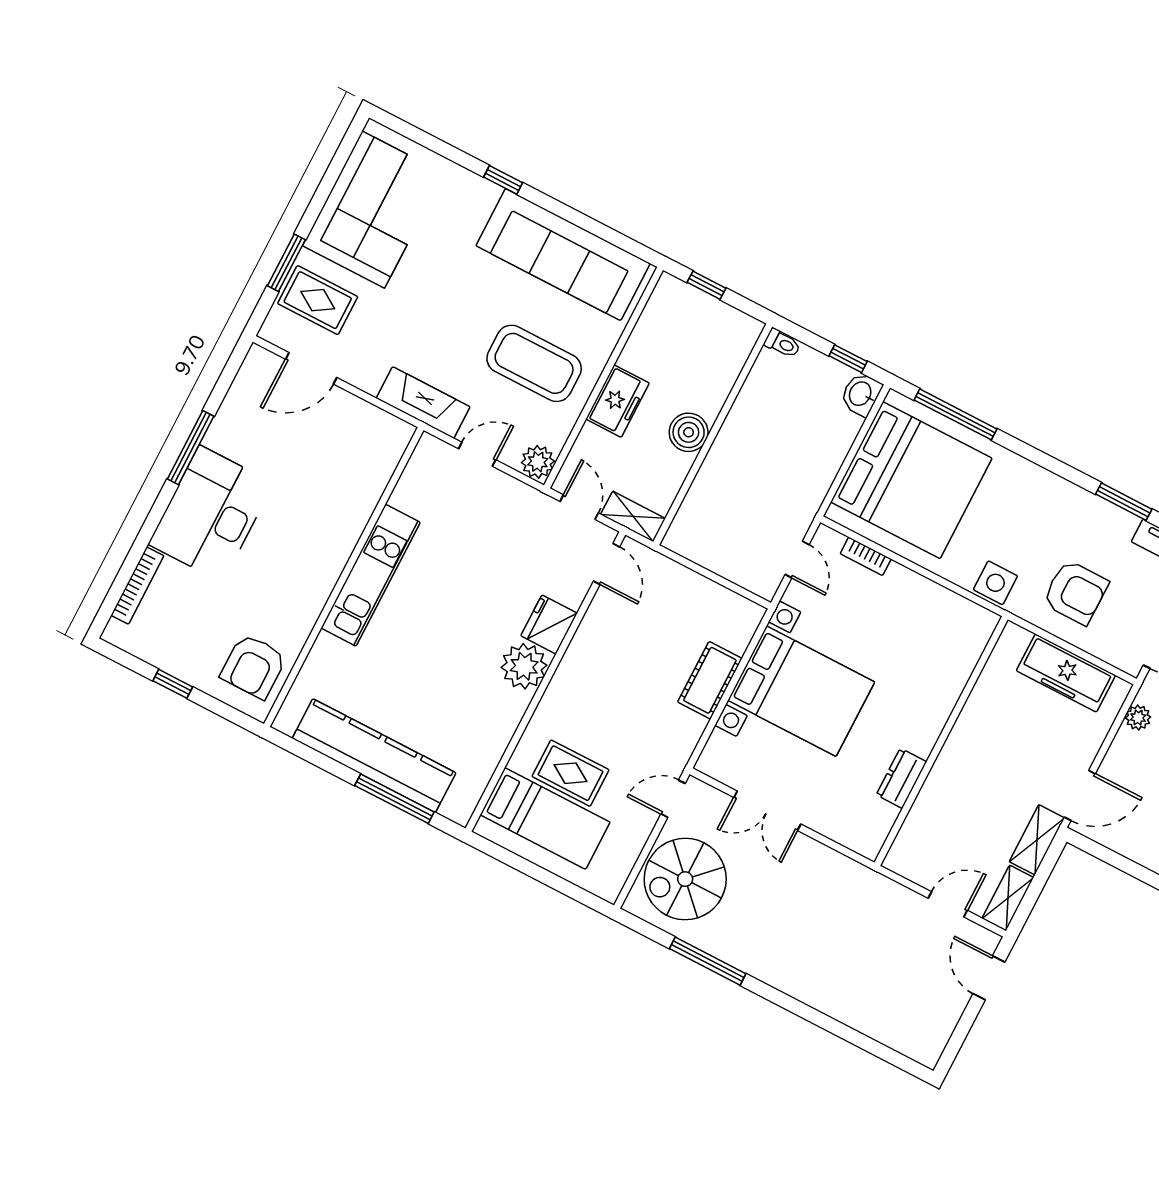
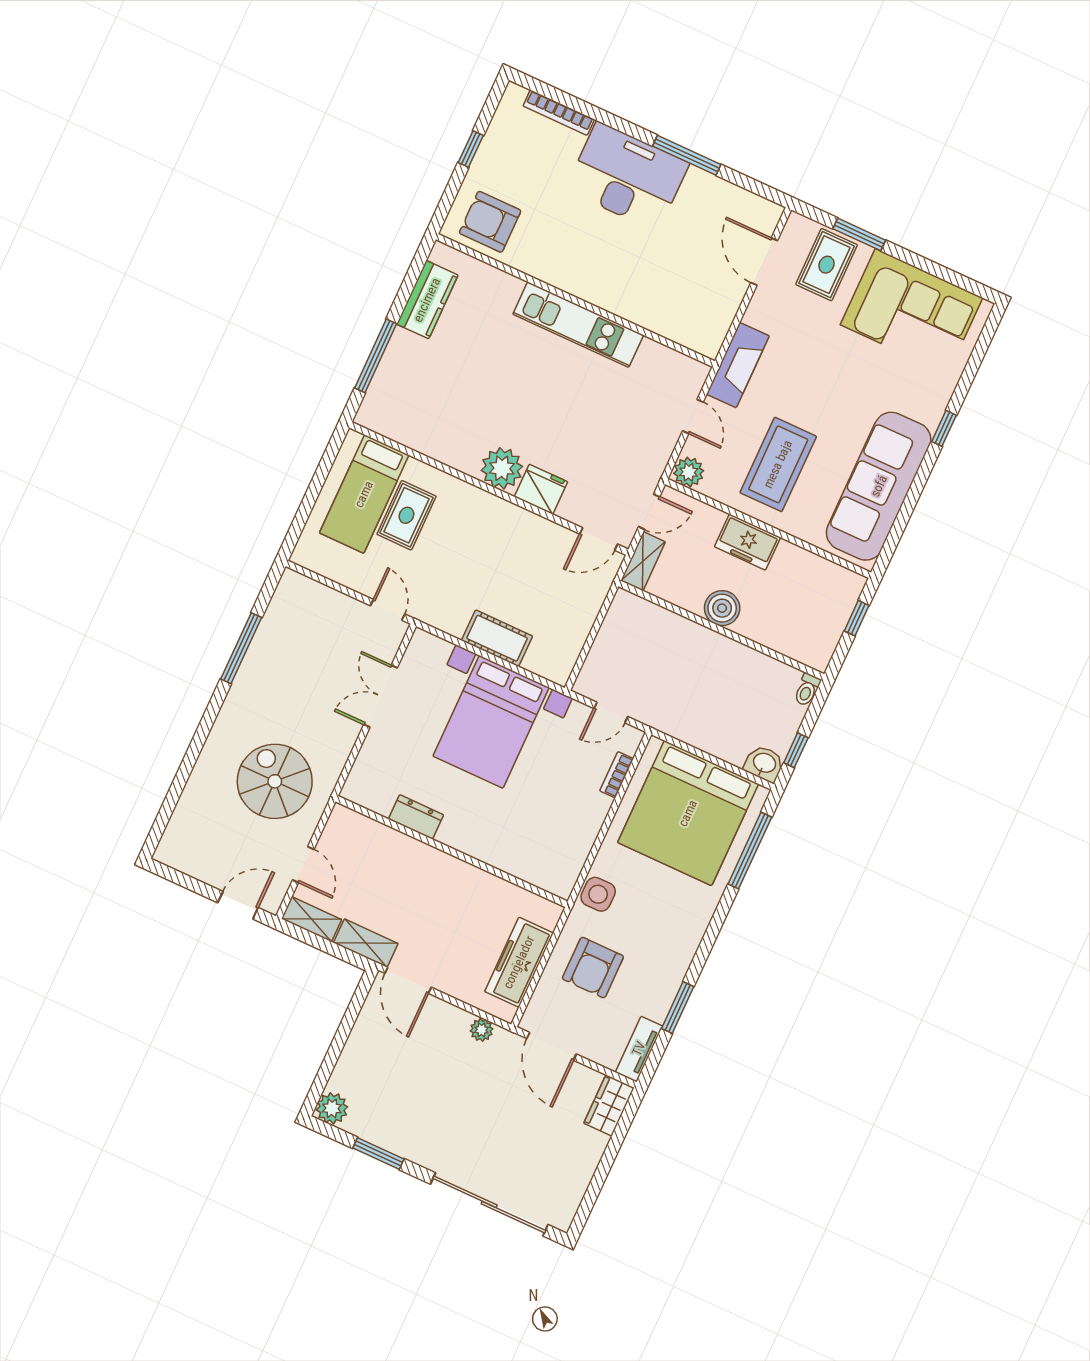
kitchen counter: (374, 756) -> (427, 300), width x0.48, depth x0.86
spiral stairs: (685, 879) -> (275, 781), moved

